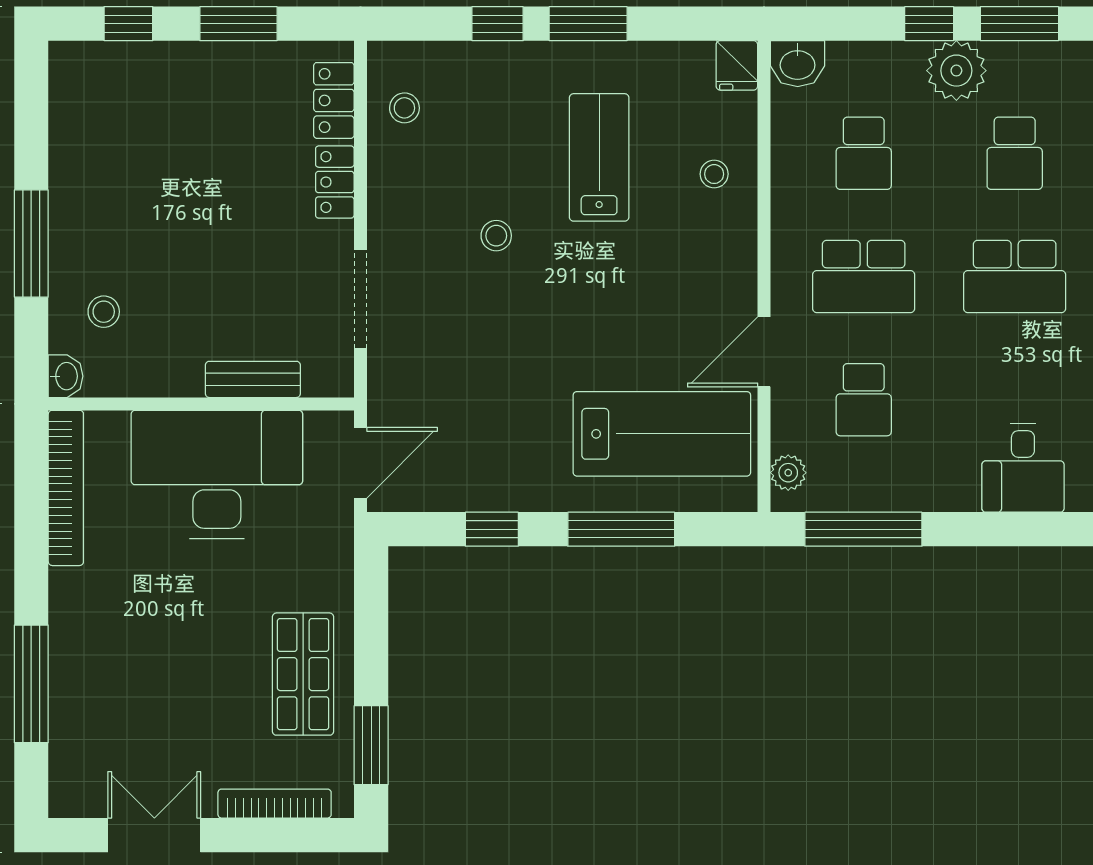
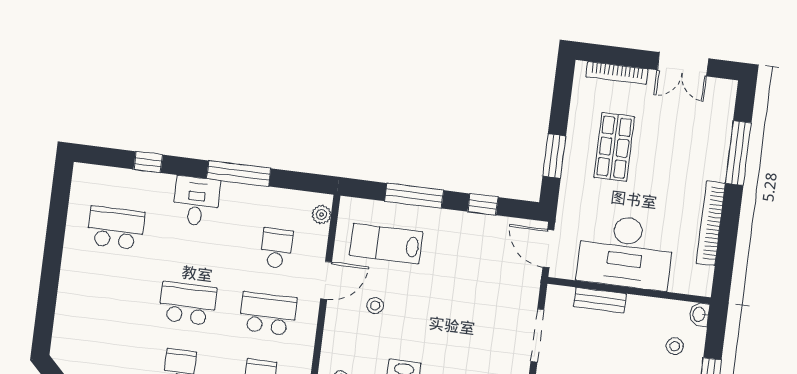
stool: (496, 236) -> (375, 305), moved
lab bench: (662, 434) -> (386, 244), width x0.73, depth x0.72
door: (360, 463) -> (548, 249), hinge flipped
bookcase: (66, 488) -> (711, 223), moved
window: (863, 529) -> (239, 173), moved
shop shelf: (303, 674) -> (614, 147), moved
window: (371, 745) -> (554, 156), moved

